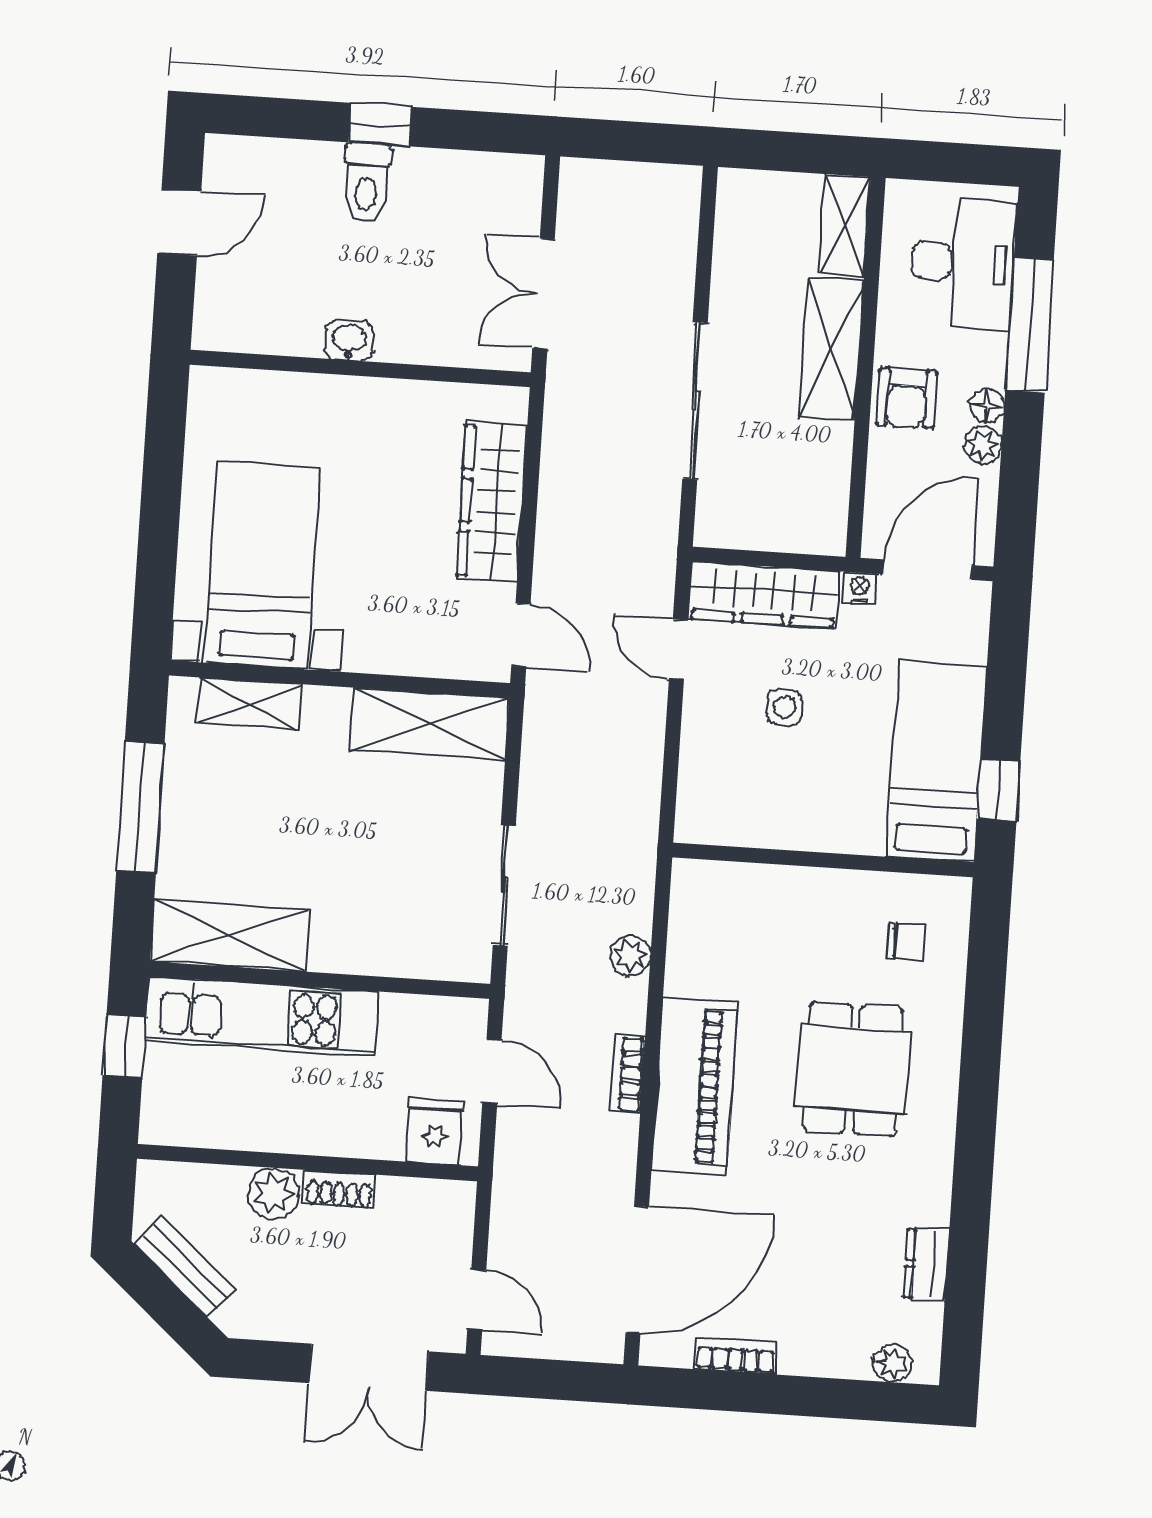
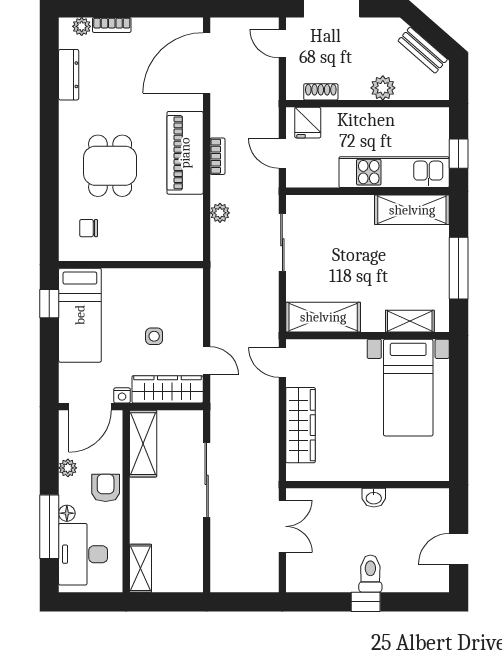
shelving: (831, 349) -> (143, 444), moved
floor lamp: (987, 405) -> (67, 513), moved
shoe rack: (339, 1189) -> (321, 92), moved
dresser: (926, 1264) -> (69, 75), width x1.44
bookcase: (736, 1356) -> (112, 25), moved

